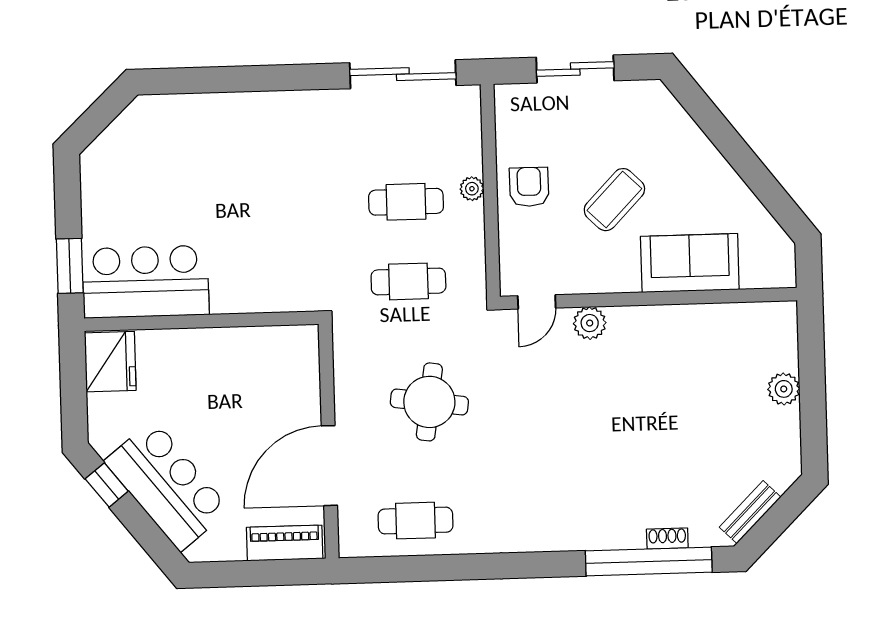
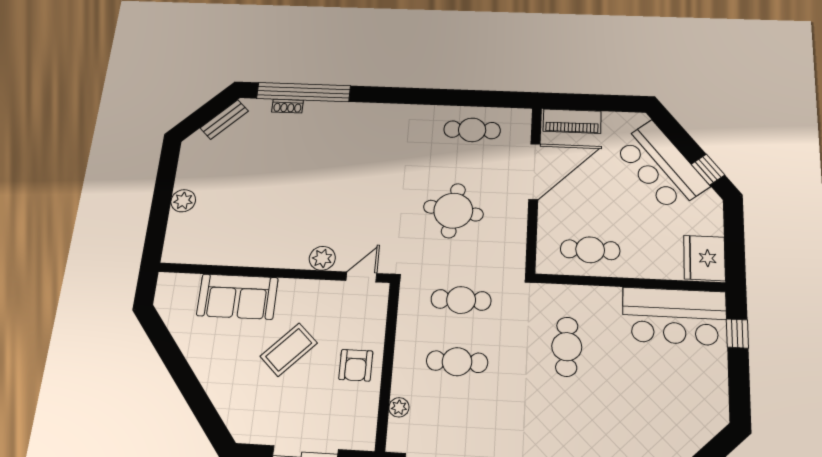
plant: (472, 189) -> (399, 407), moved
cafe table: (274, 232) -> (567, 347), added
window: (70, 266) -> (737, 333), width x0.67
cafe table: (252, 361) -> (590, 250), added

